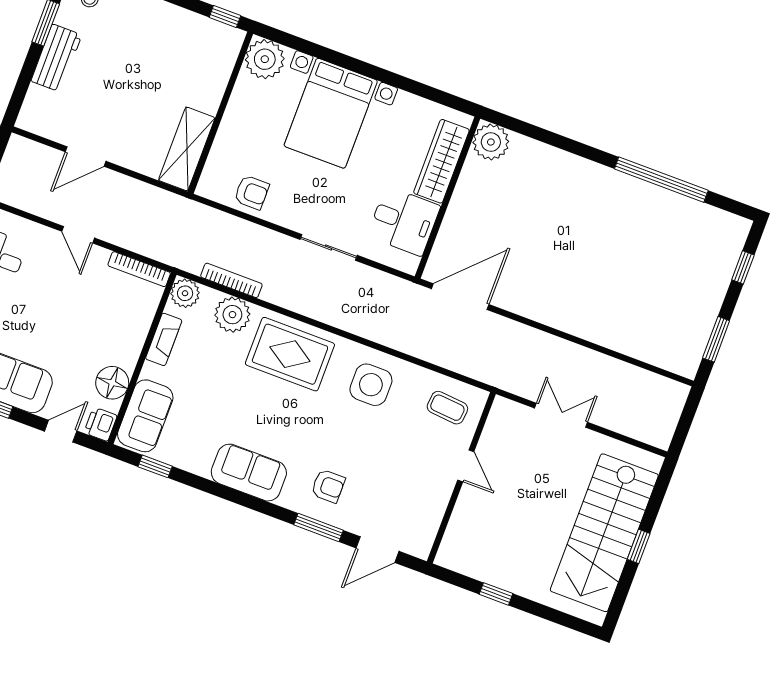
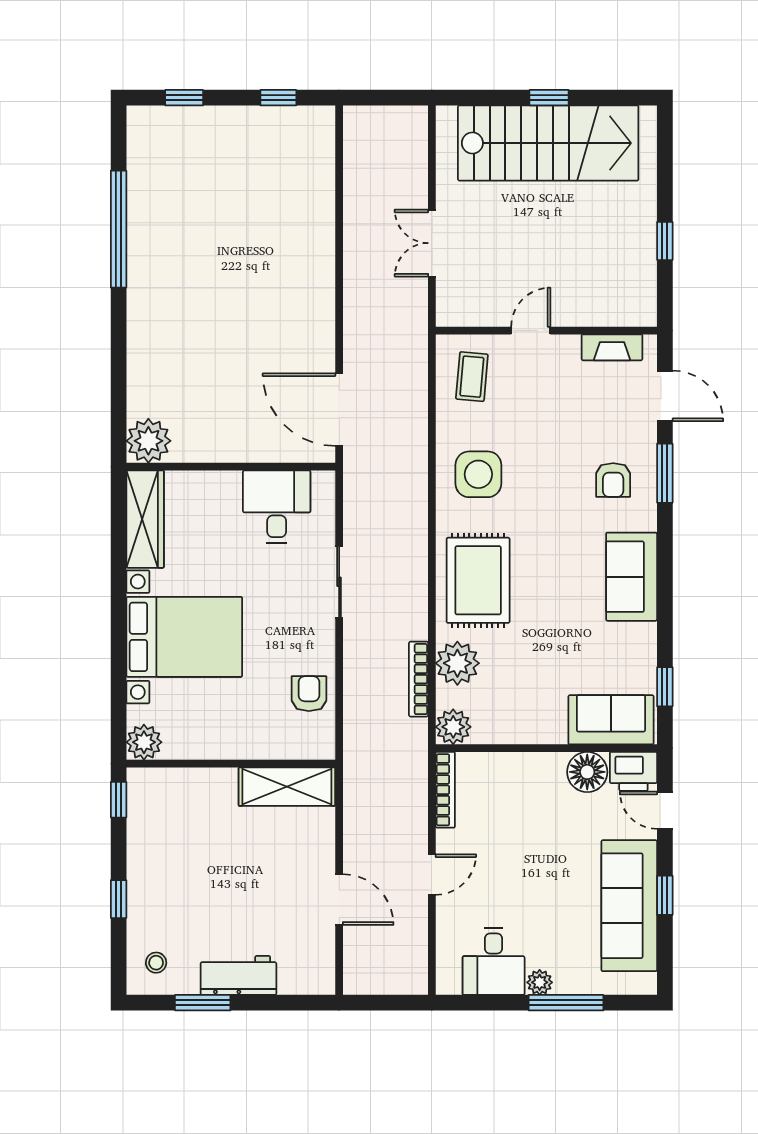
plant: (265, 59) -> (144, 742), width x0.73, depth x0.73
wardrobe: (441, 161) -> (145, 519), moved, turned -90
fireplace: (164, 339) -> (612, 347), moved, turned 180
window: (716, 339) -> (278, 98), width x0.67
printer: (101, 424) -> (633, 771), width x1.36, depth x1.24
armchair: (328, 486) -> (613, 480), turned 180

